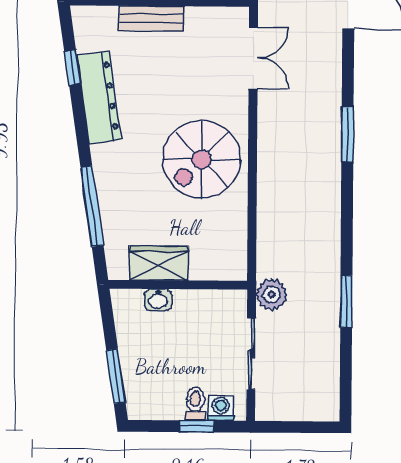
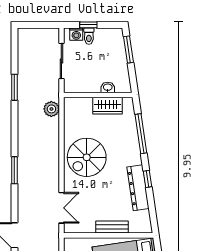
double door: (253, 58) -> (61, 208), swing flipped
window: (73, 67) -> (148, 179), moved
spiral stairs: (202, 159) -> (87, 157), turned 180
plant: (272, 294) -> (51, 109), moved

